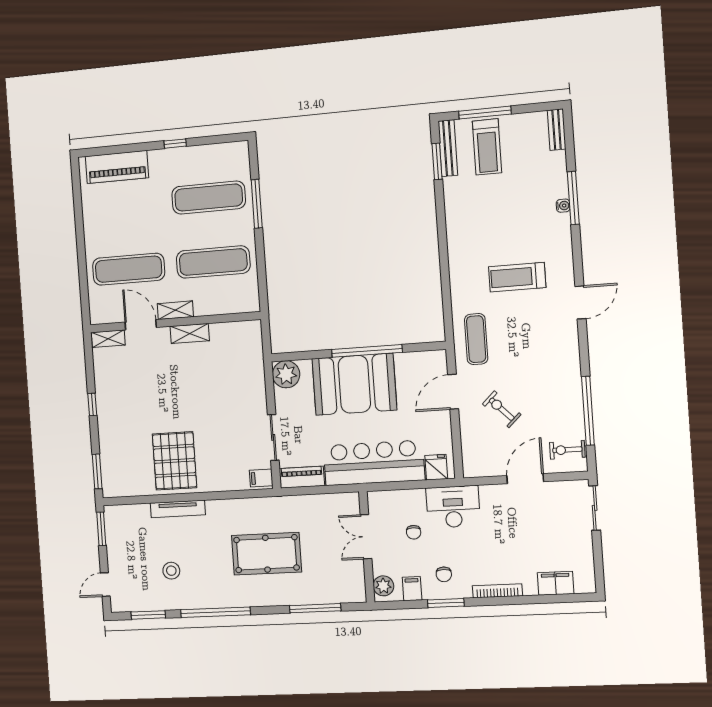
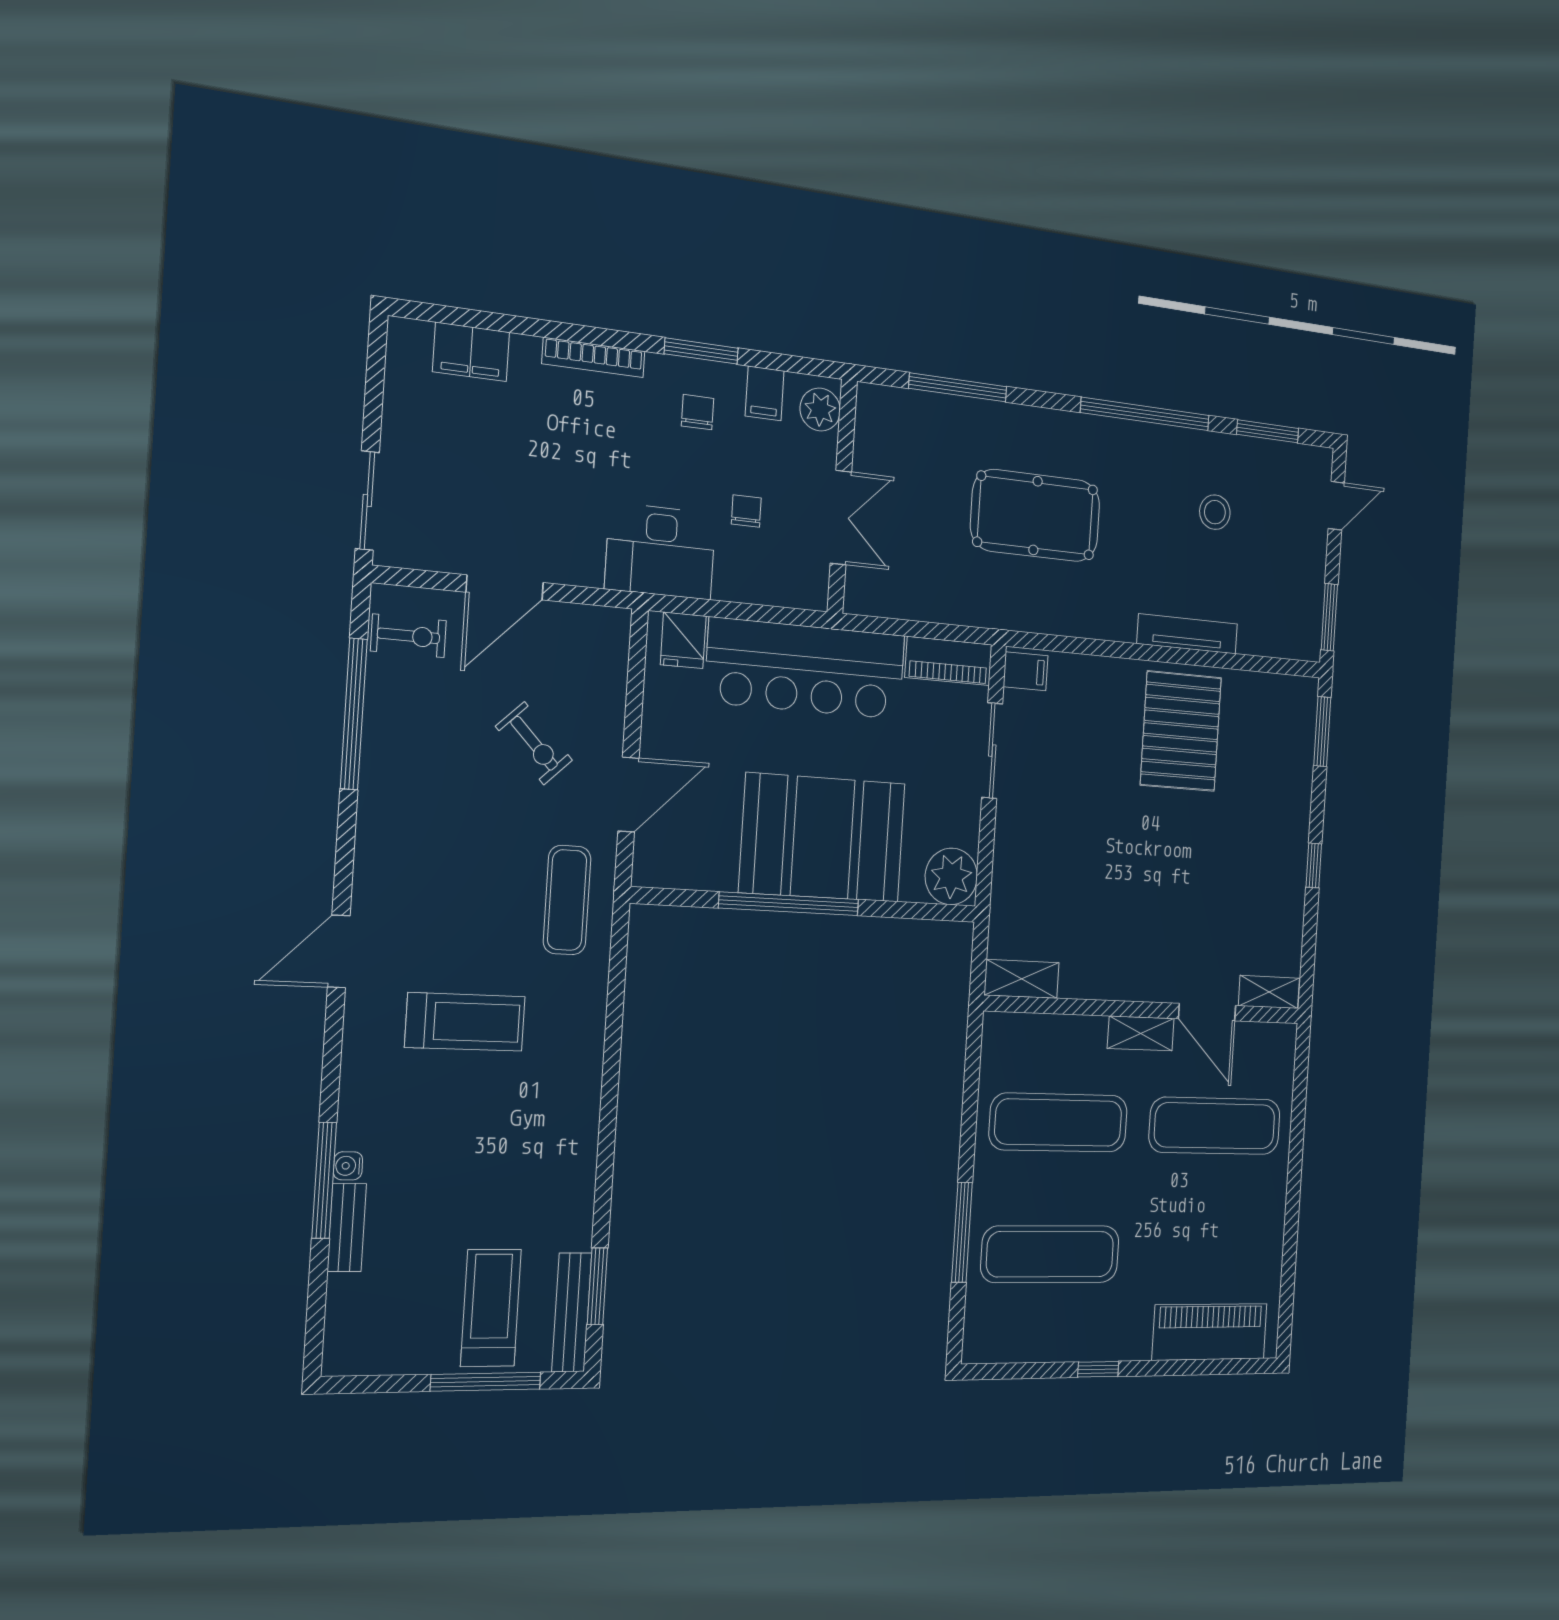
bench: (557, 130) -> (347, 1228), moved
shelving: (190, 333) -> (1022, 979), moved

